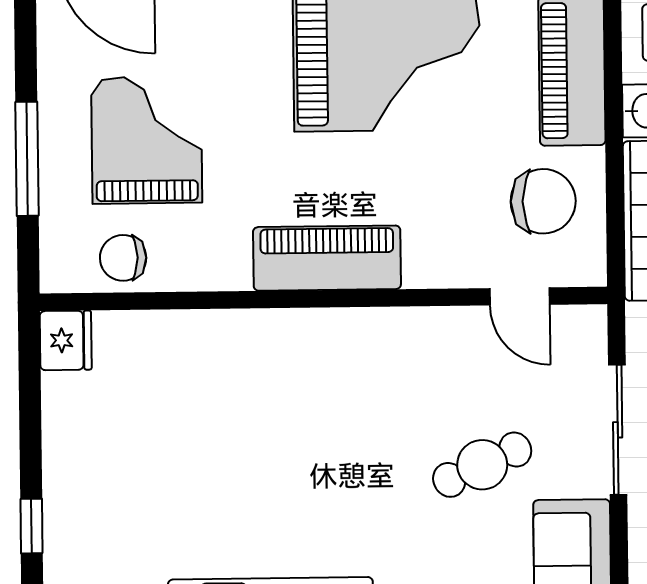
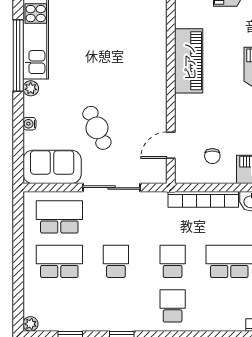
chair: (543, 201) -> (212, 156), width x0.54, depth x0.54

